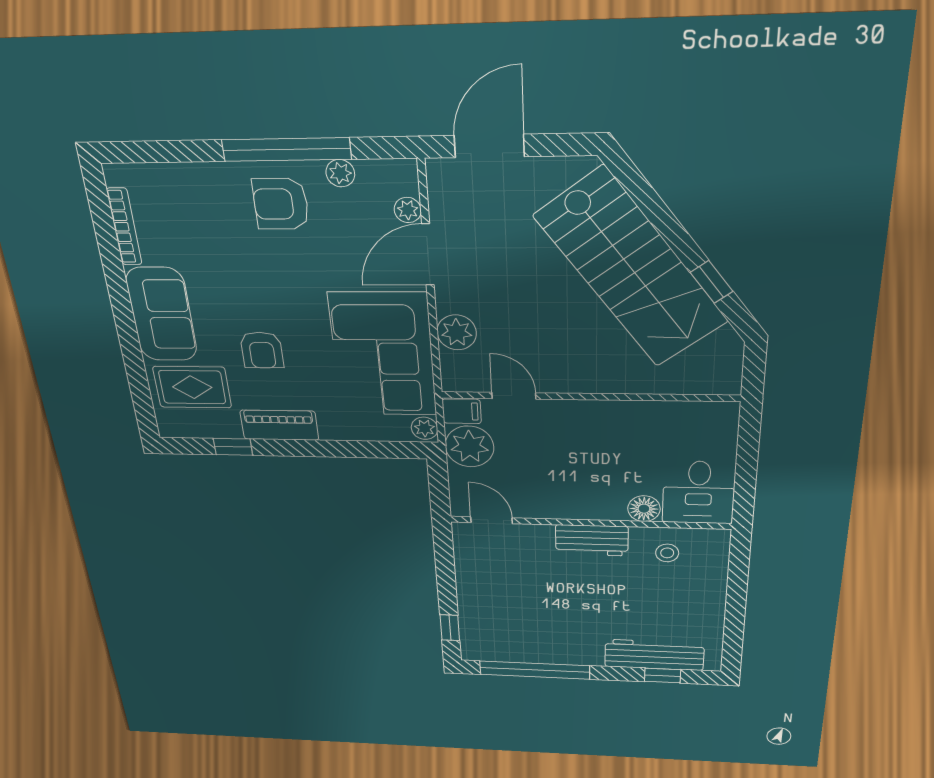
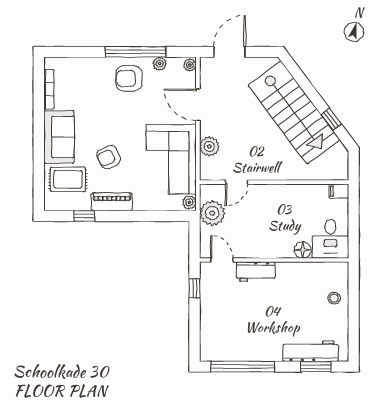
plant: (408, 210) -> (190, 65), moved
door: (428, 255) -> (198, 105), hinge flipped
armchair: (262, 350) -> (109, 157), turned 66
door: (514, 396) -> (236, 182), swing flipped
filing cabinet: (462, 411) -> (339, 191), moved, turned 180
workbench: (592, 540) -> (256, 272), moved
stool: (667, 553) -> (334, 298), moved
window: (450, 628) -> (194, 288), moved
window: (663, 676) -> (316, 367), width x1.50

